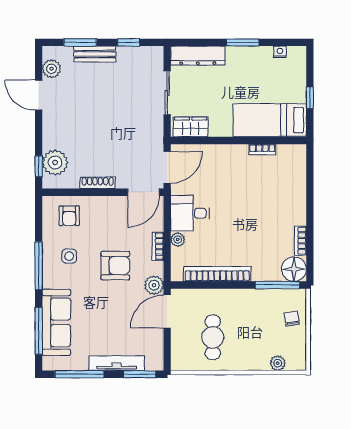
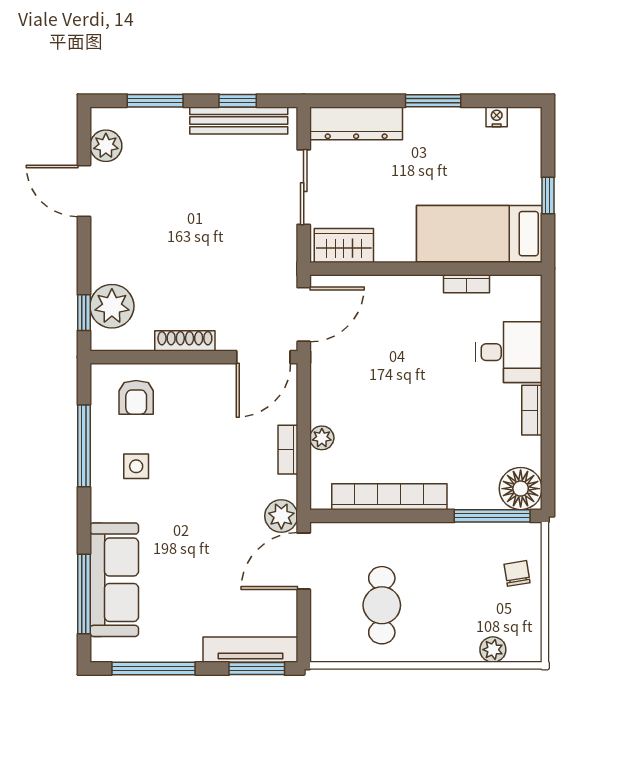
bench: (95, 54) -> (239, 121), moved, width x1.36
desk: (190, 213) -> (509, 352), moved, turned 180
bookcase: (300, 241) -> (532, 410), moved
window: (39, 266) -> (84, 446), moved
armchair: (115, 266) -> (215, 482), removed
tv unit: (117, 363) -> (250, 650), moved

